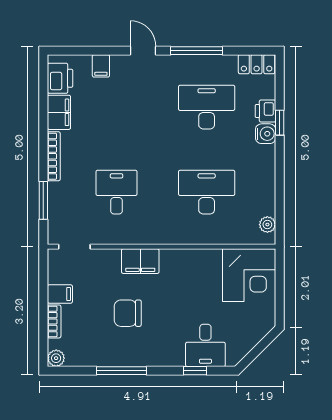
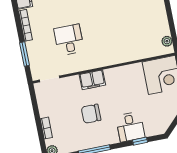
desk: (207, 192) -> (125, 29), removed
filing cabinet: (60, 294) -> (46, 110), removed
desk: (205, 345) -> (130, 127), moved

